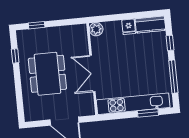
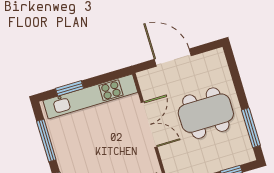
window: (15, 56) -> (251, 128), width x2.17
dining table: (47, 74) -> (206, 113), turned 90

